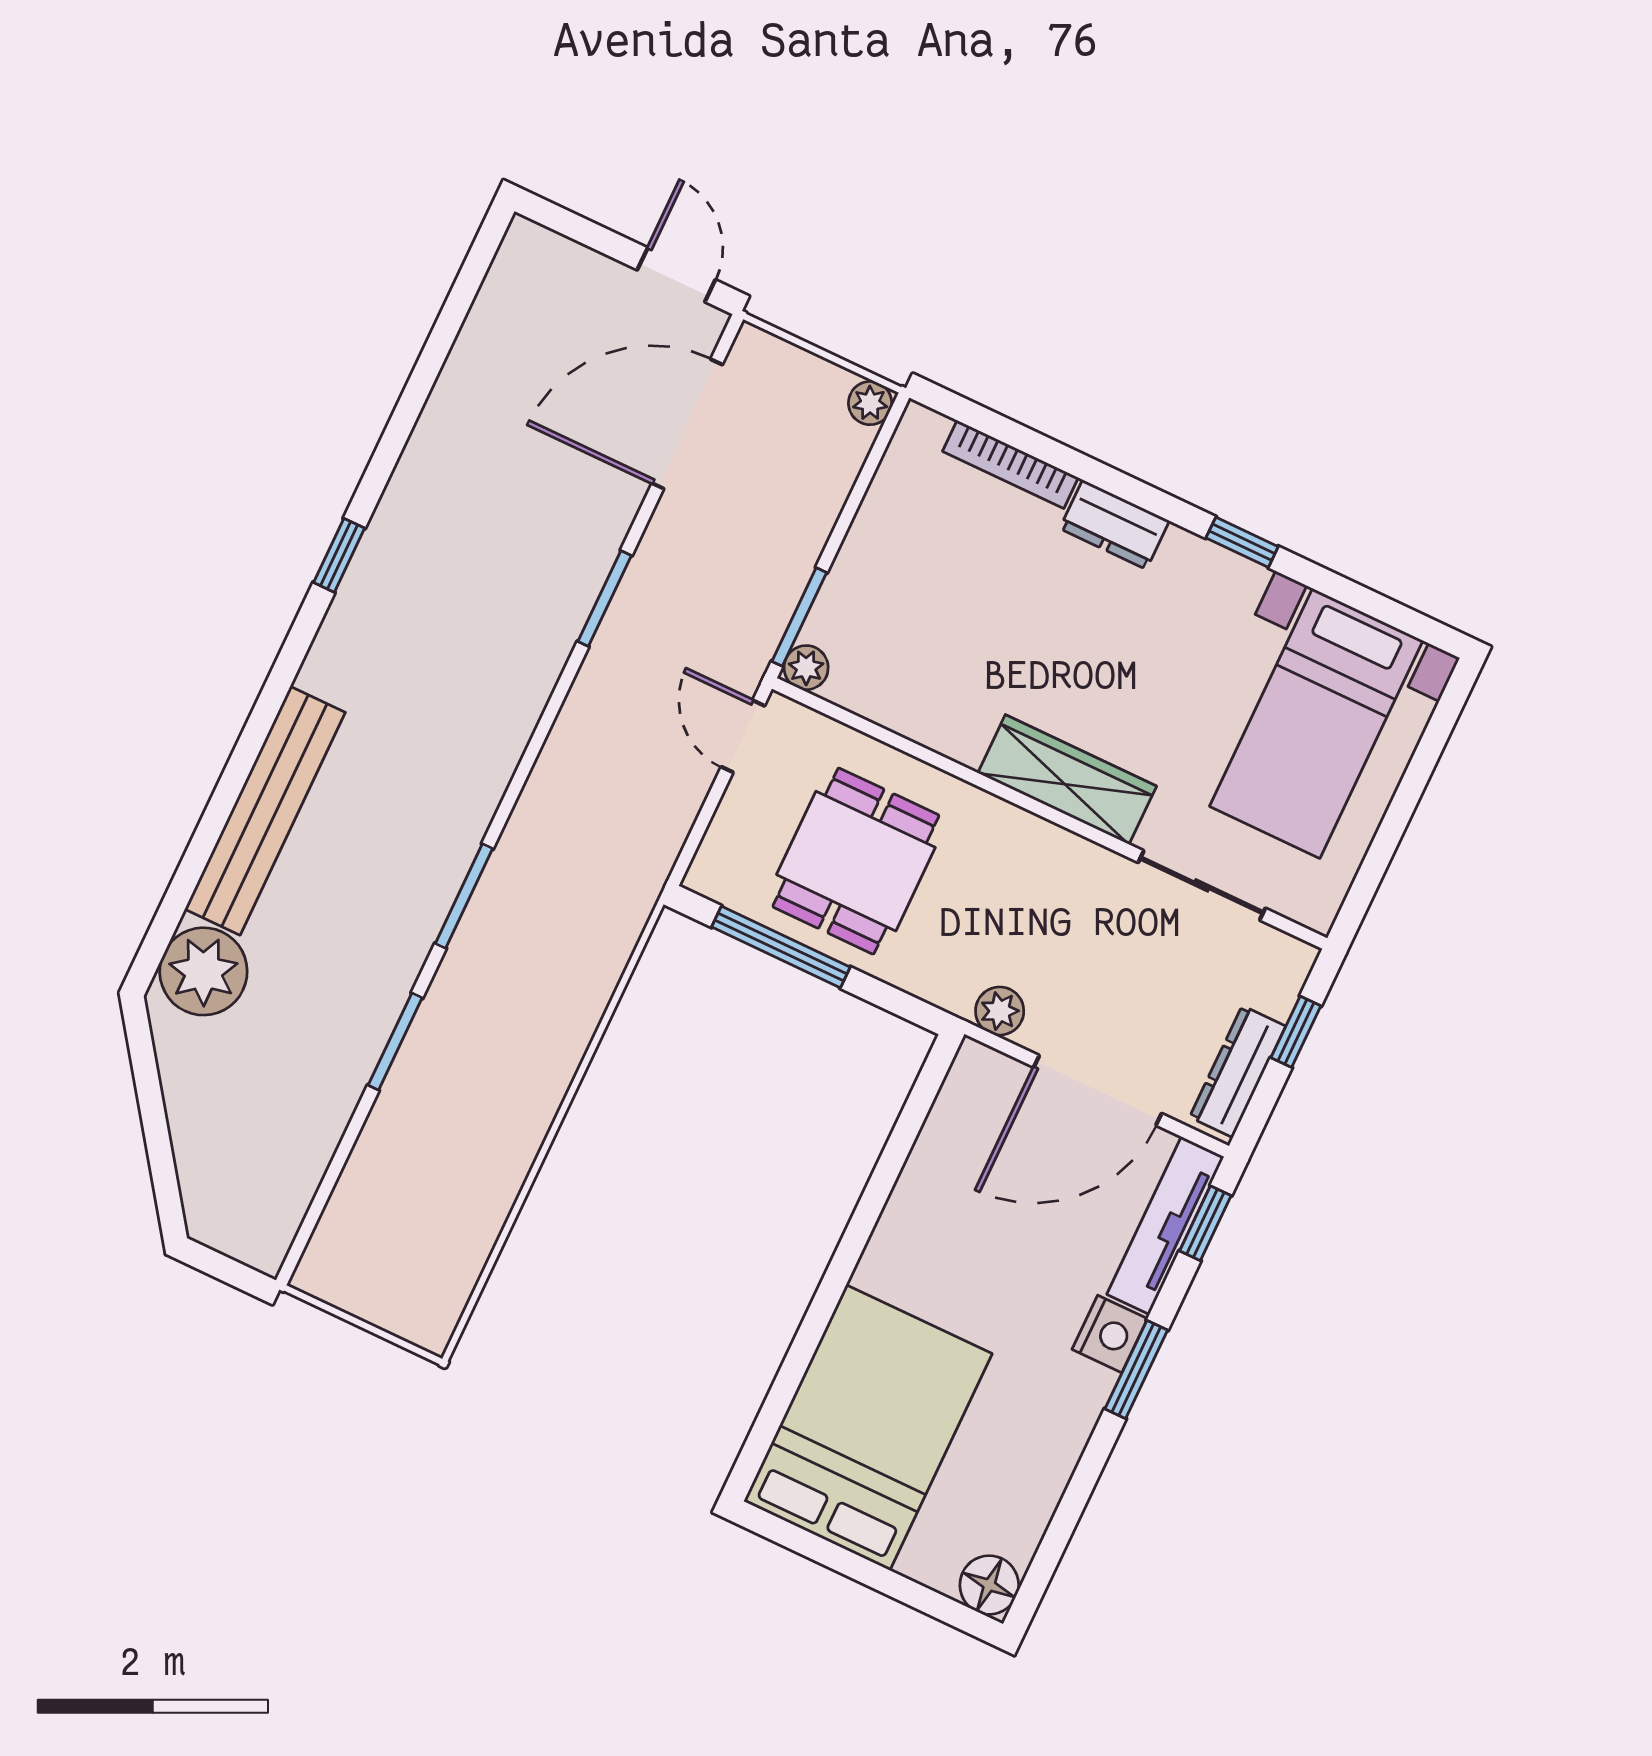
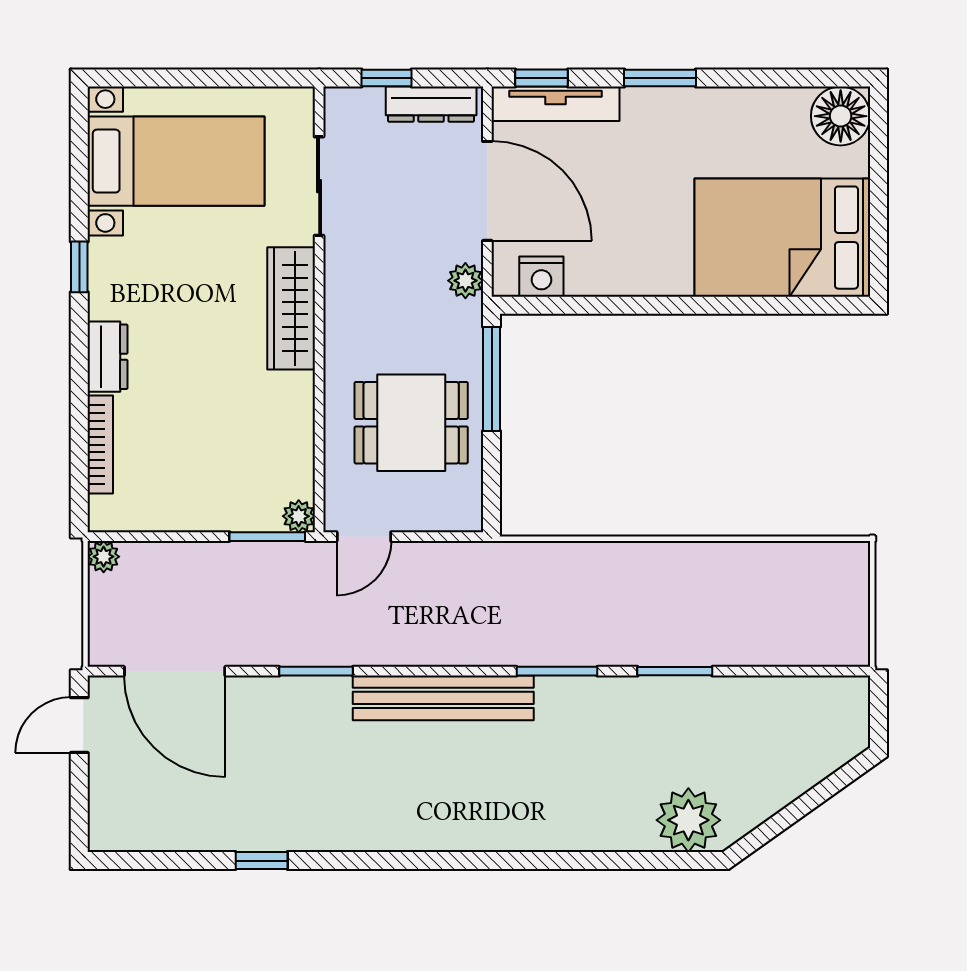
window: (339, 555) -> (262, 861), moved
bench: (265, 811) -> (443, 698), moved
window: (781, 947) -> (492, 379), moved
nightstand: (1110, 1334) -> (541, 277), moved, turned 180
floor lamp: (989, 1585) -> (841, 116), width x1.38, depth x1.38

